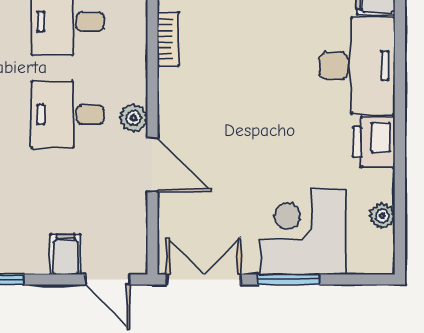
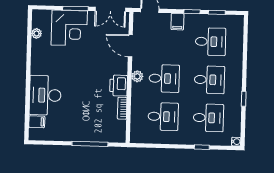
printer: (374, 142) -> (119, 86), moved, turned 180
door: (153, 165) -> (130, 46), moved
filing cabinet: (66, 254) -> (177, 22), moved

